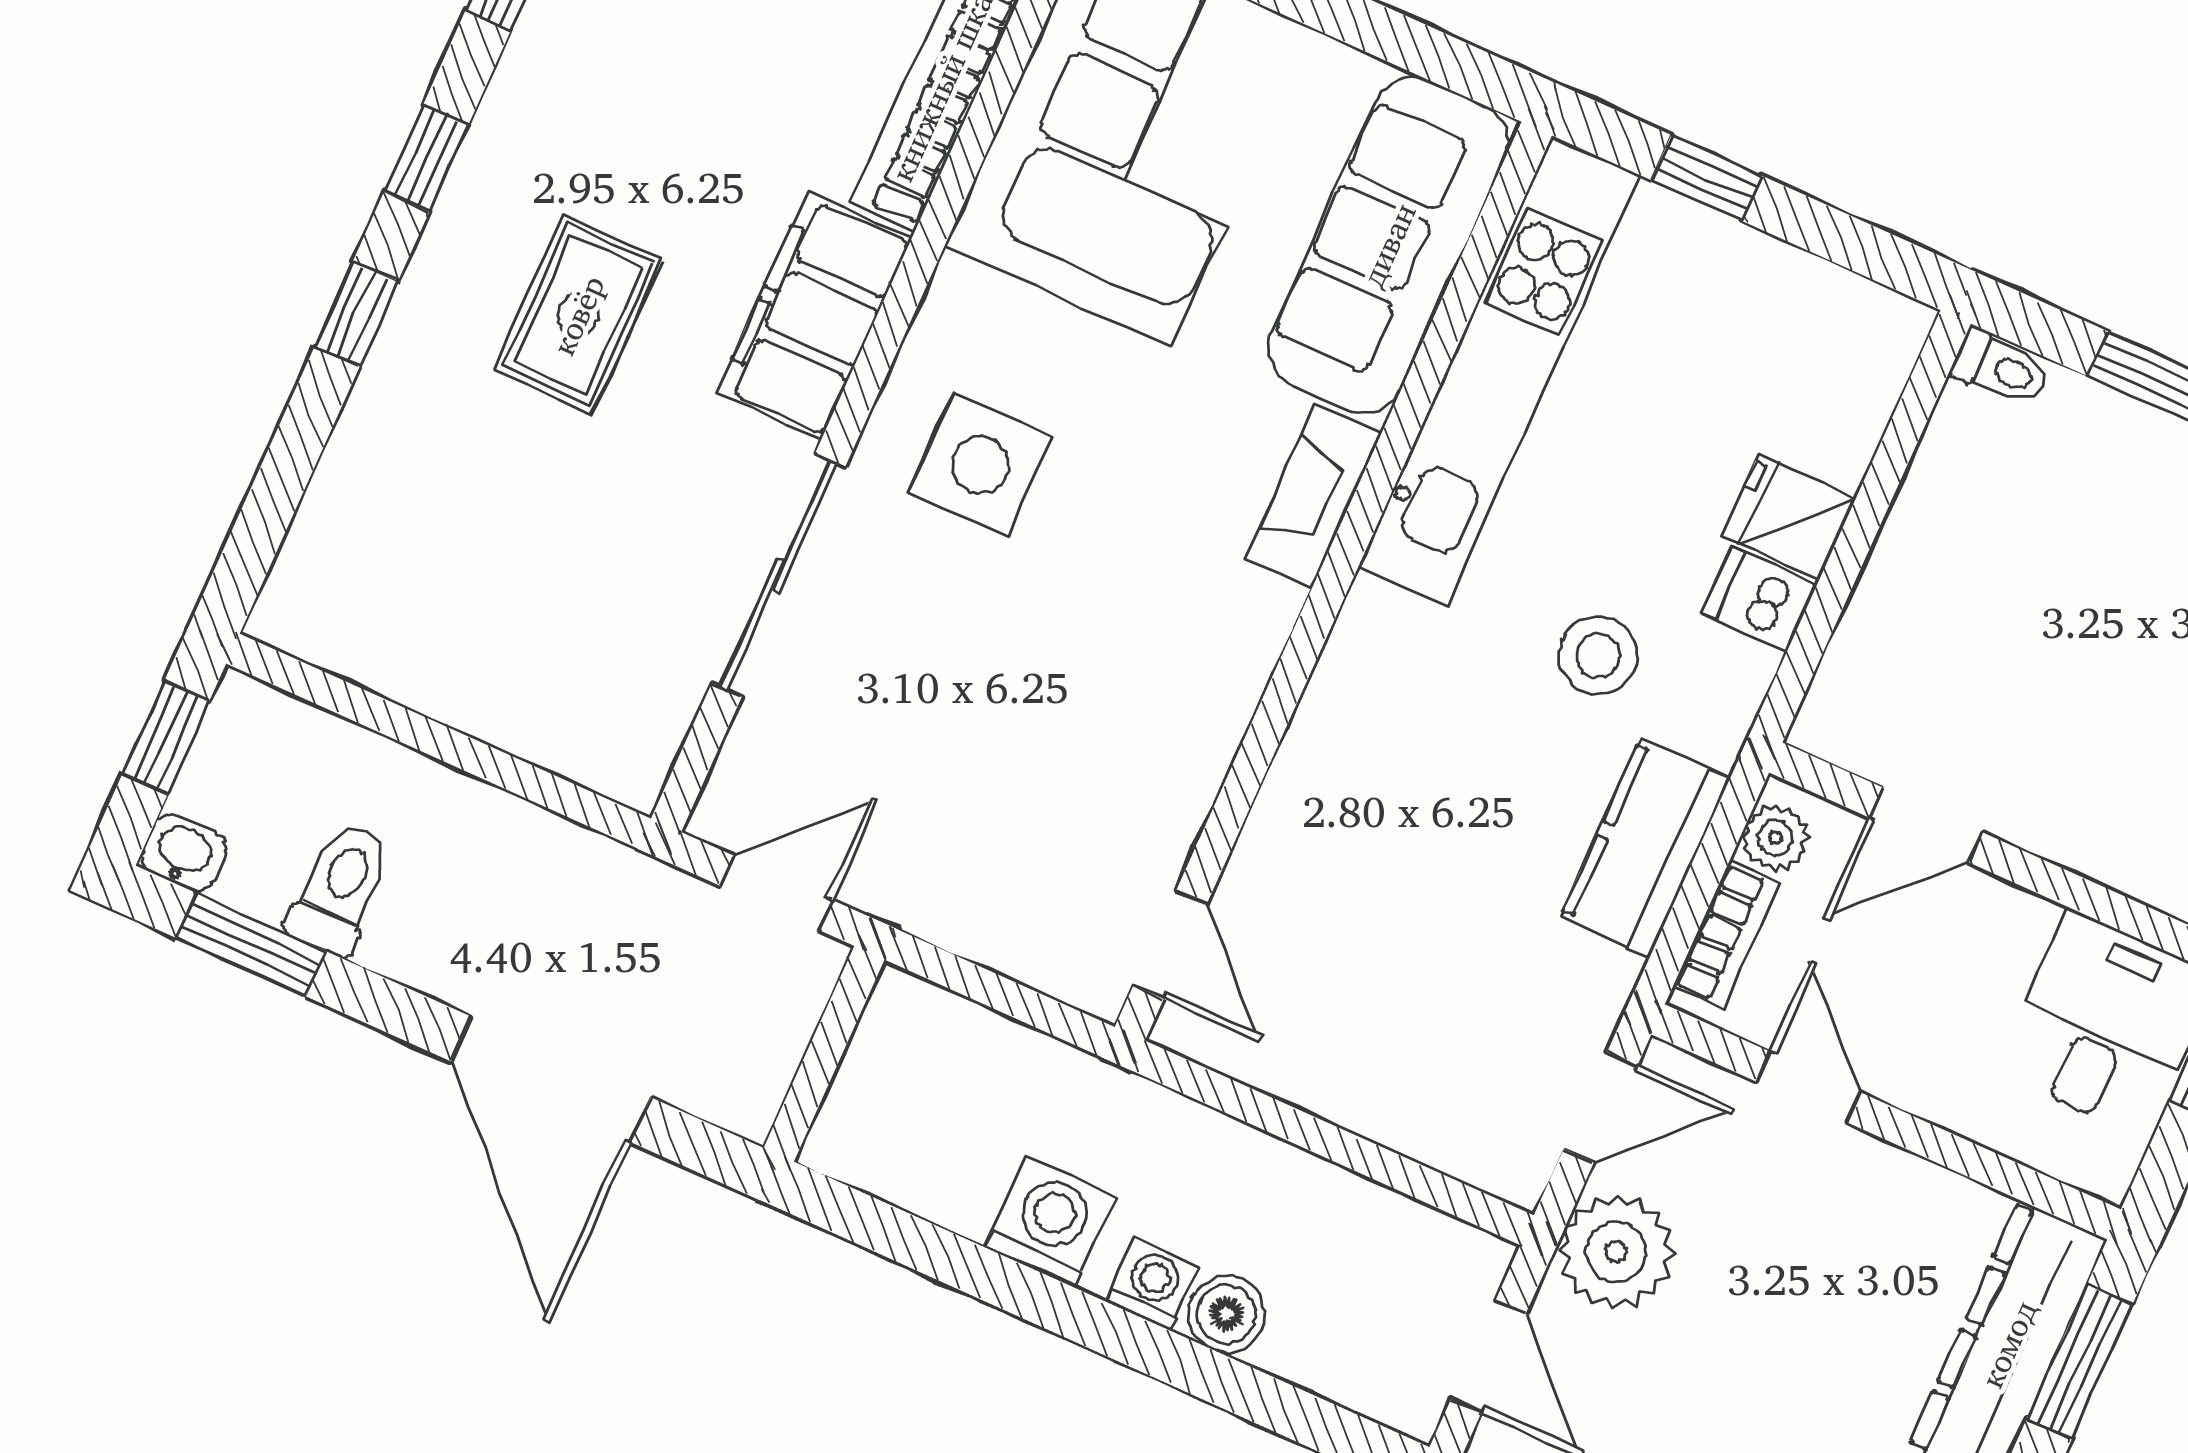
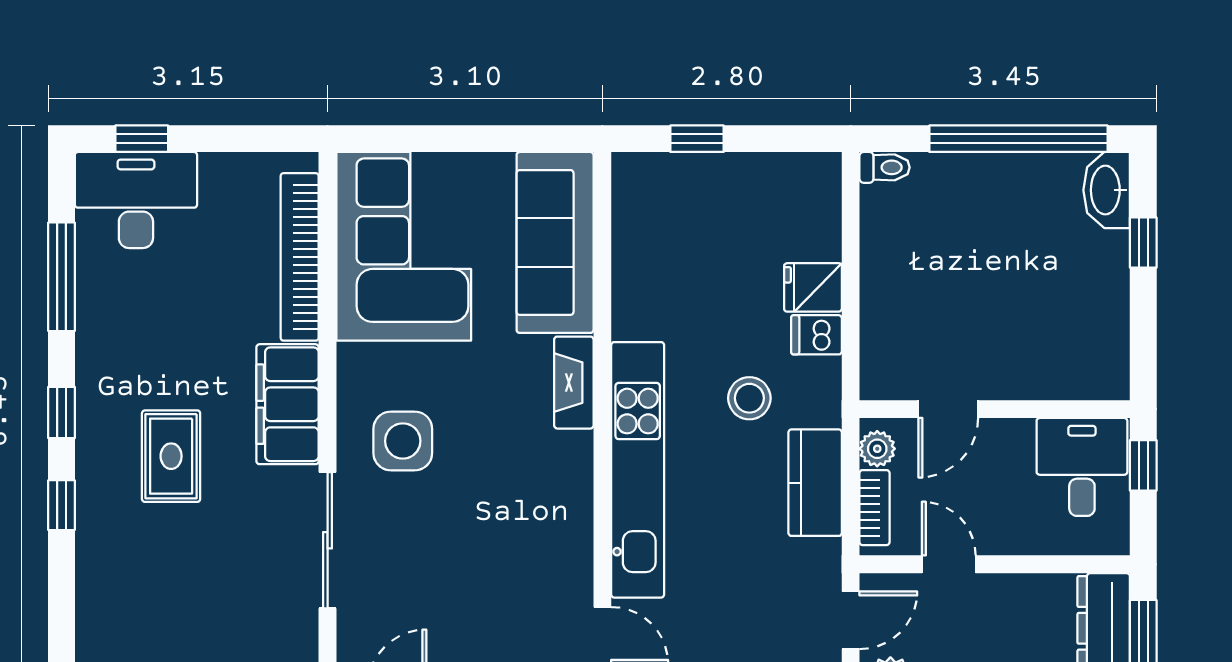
kitchen unit: (1499, 371) -> (638, 470), moved

